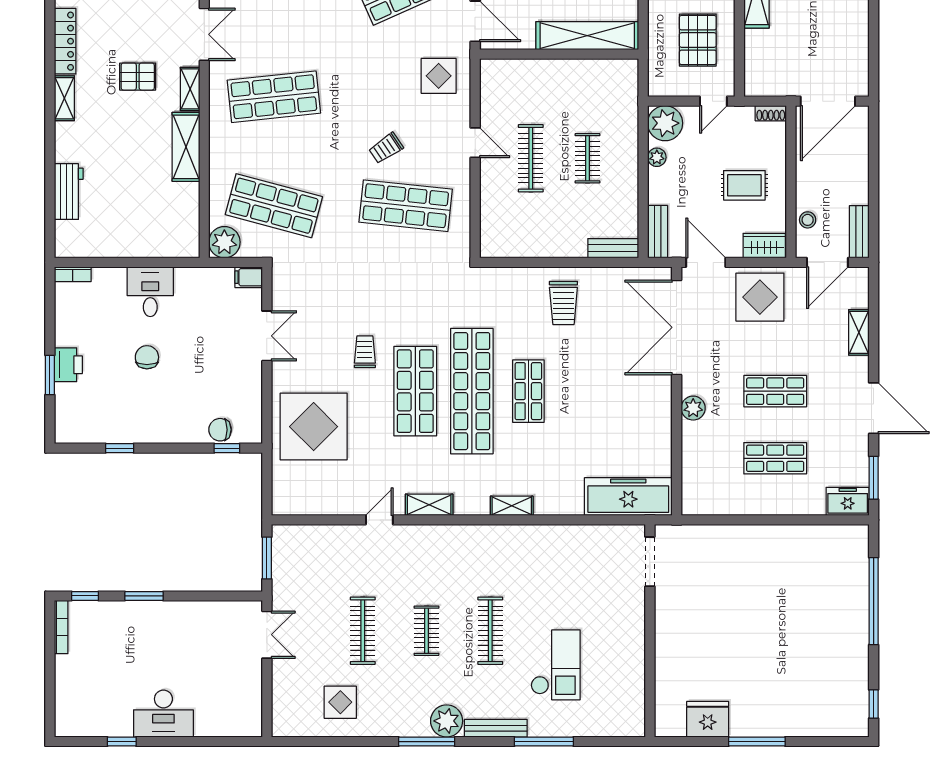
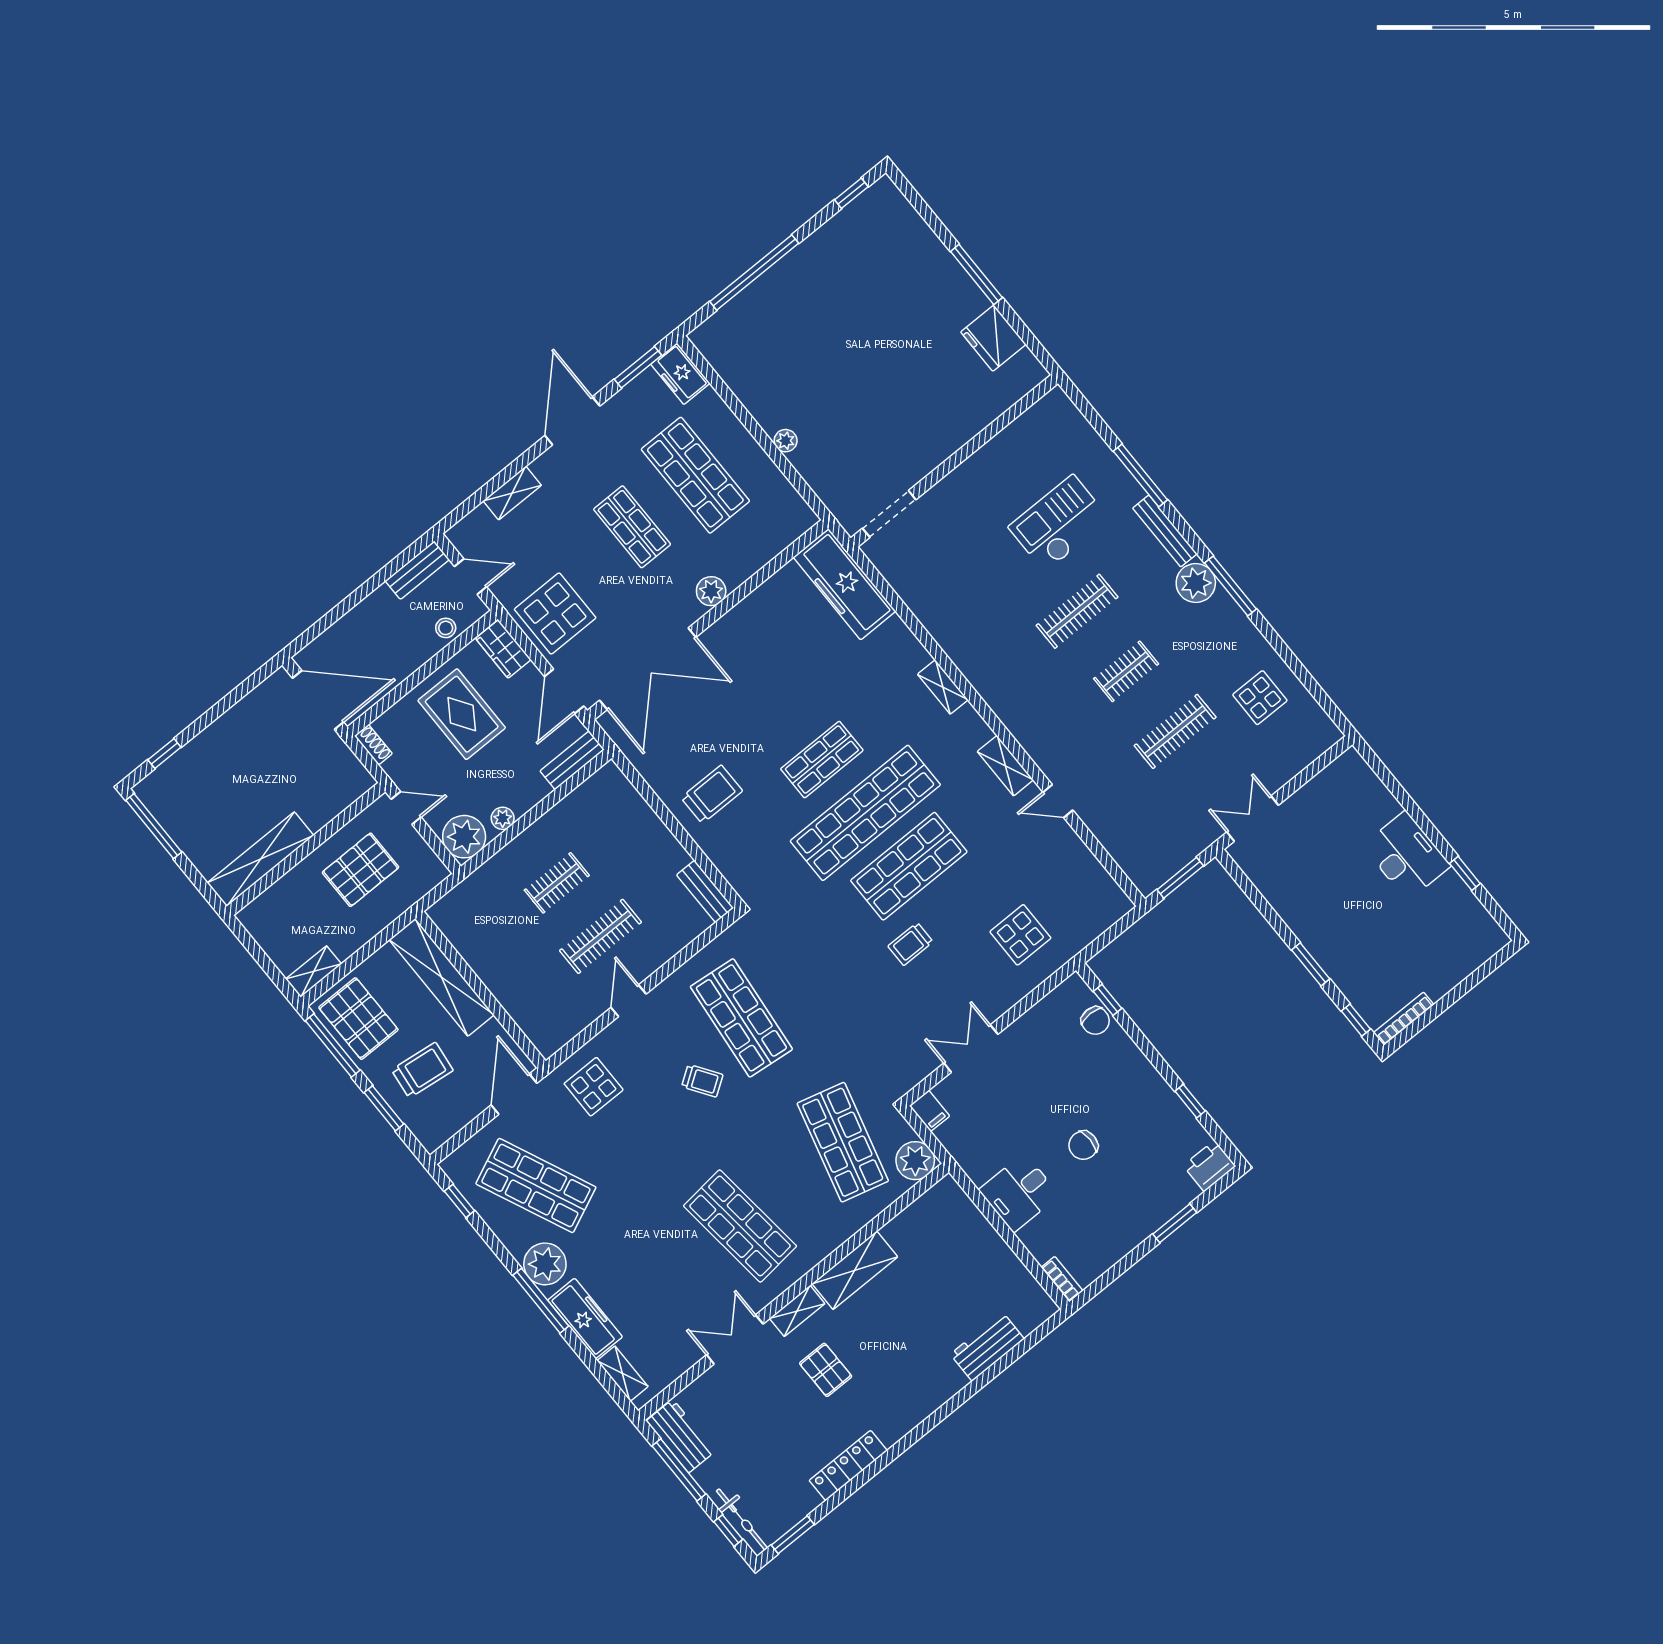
shelving: (64, 98) -> (903, 1422), removed
rug: (744, 185) -> (462, 714), width x1.36, depth x1.43
bench: (613, 248) -> (705, 891), moved
door: (827, 262) -> (471, 577), width x0.73
printer: (68, 365) -> (1209, 1166), moved
display table: (314, 427) -> (1020, 935), width x0.54, depth x0.54
shop shelf: (775, 458) -> (695, 475), width x1.43, depth x1.36
plant: (750, 534) -> (786, 441), added

